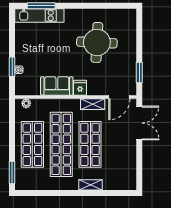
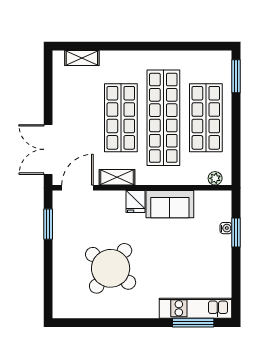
round table: (97, 42) -> (111, 268), turned 35
shelving: (90, 185) -> (82, 58), moved

